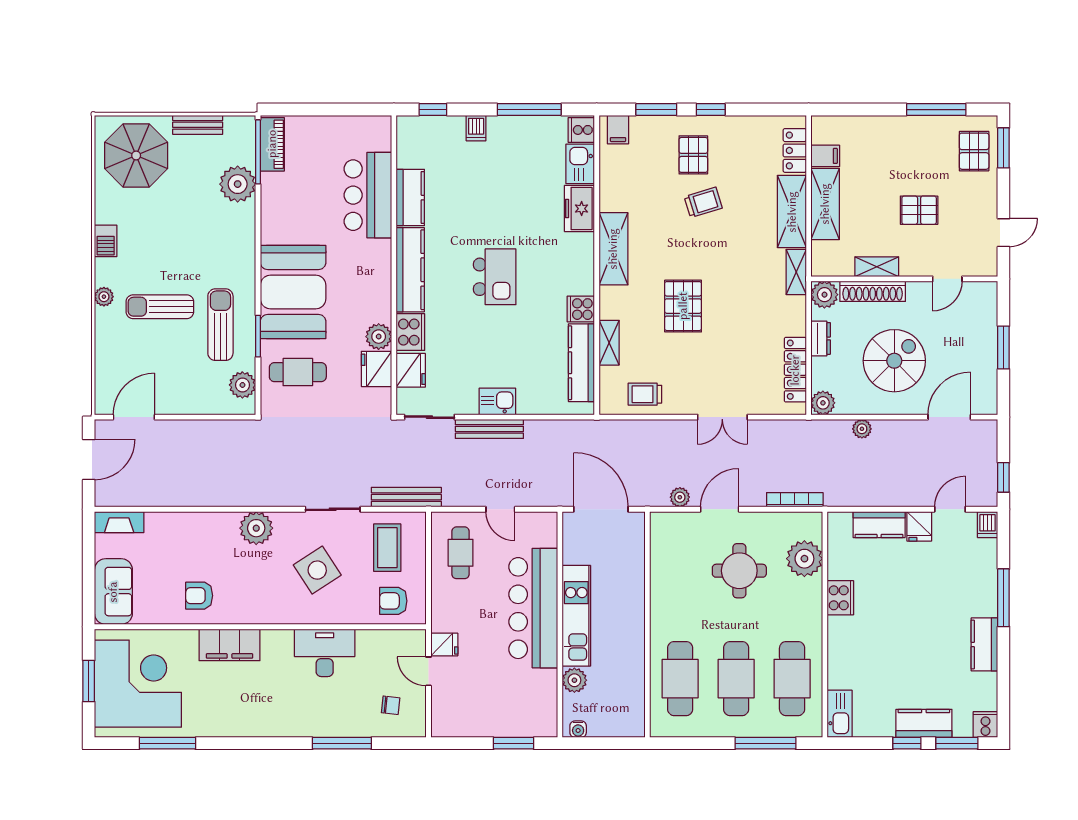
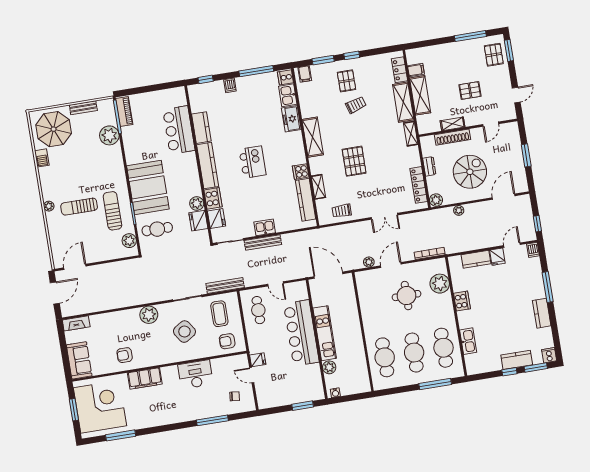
barbecue: (106, 241) -> (42, 158), moved
plant: (824, 295) -> (427, 143), removed
kitchen sink: (840, 714) -> (468, 341), moved

